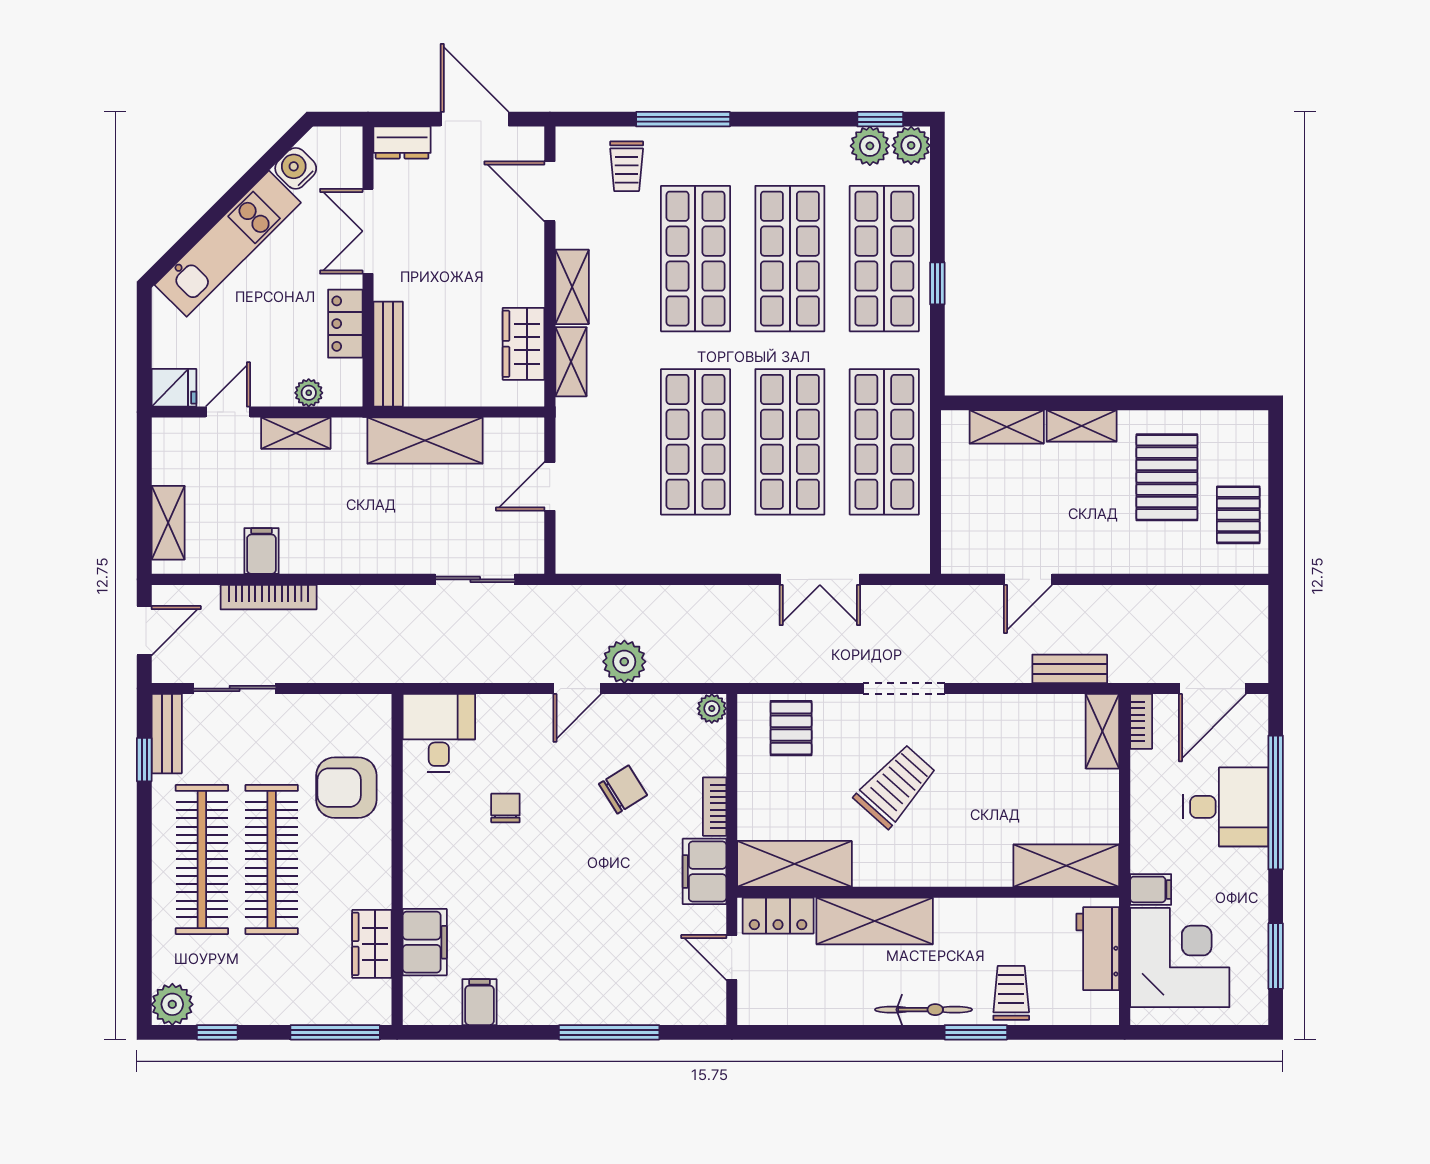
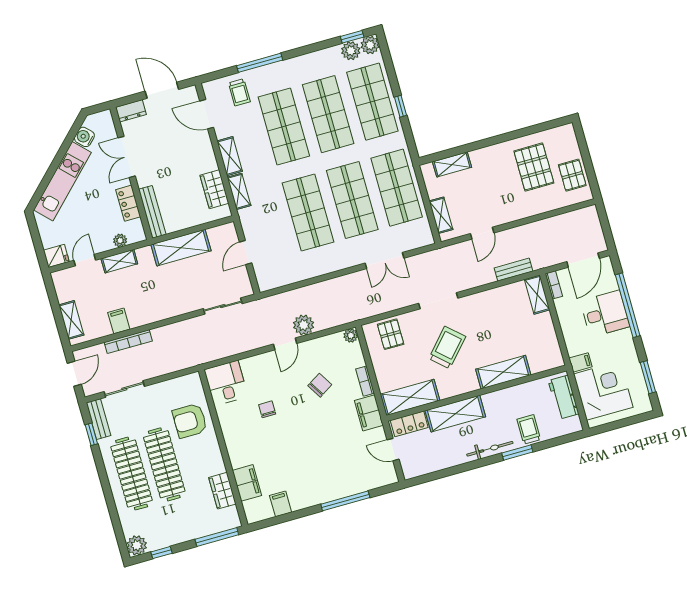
shelving: (1082, 426) -> (441, 215), moved, turned 90
shelving: (1066, 866) -> (503, 372), moved

